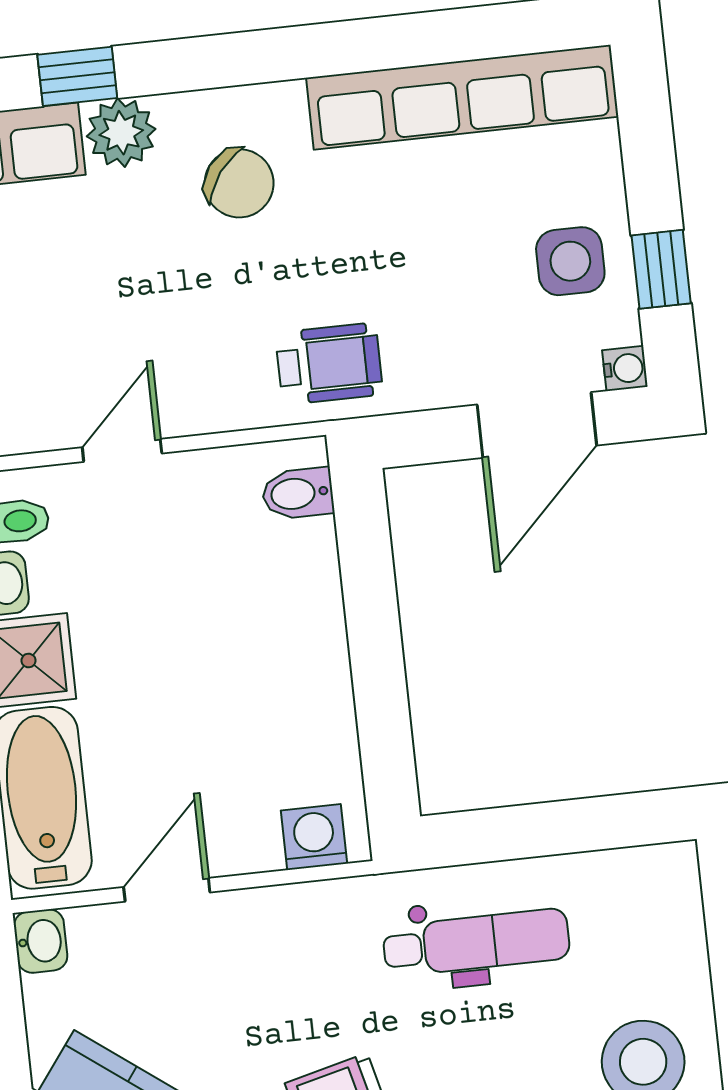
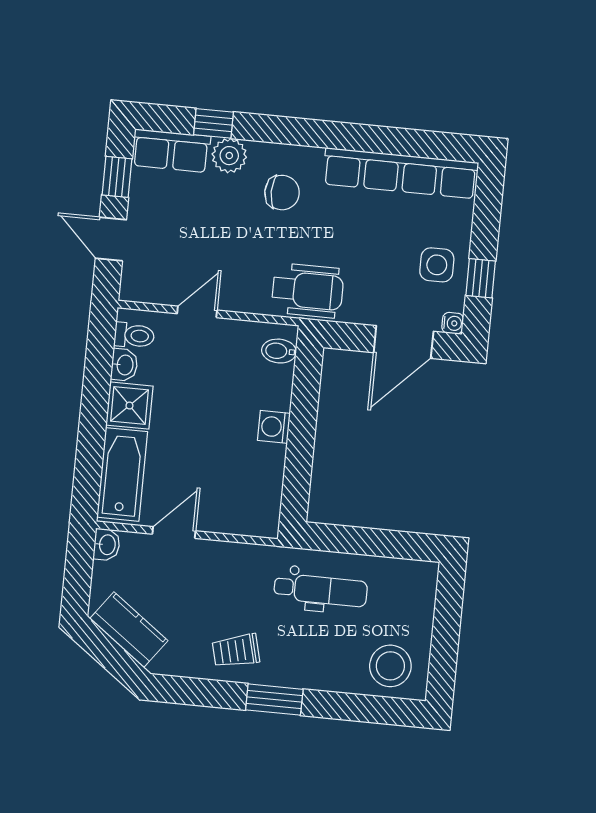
chair: (239, 183) -> (282, 193), turned -37
wheelchair: (329, 364) -> (308, 291), width x1.36, depth x1.37
washing machine: (314, 837) -> (274, 427), moved, turned -90

